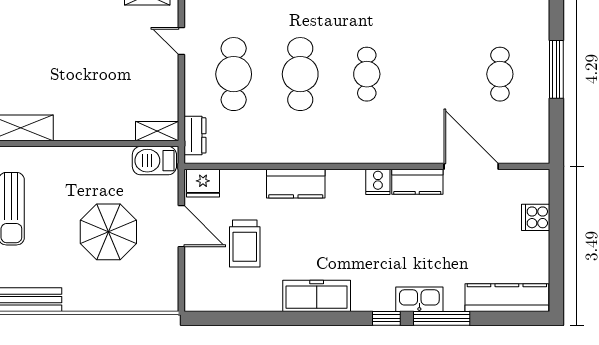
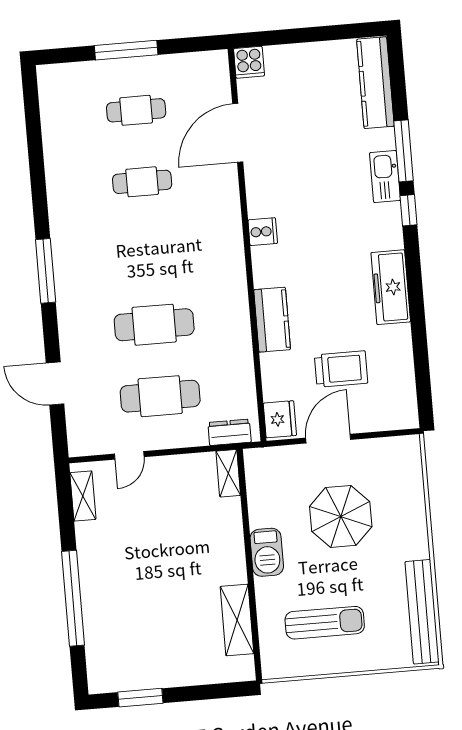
cafe table: (367, 74) -> (142, 182), moved
barbecue: (154, 161) -> (267, 552), moved
kitchen counter: (417, 182) -> (259, 189), removed
cooker: (536, 217) -> (249, 62), moved

